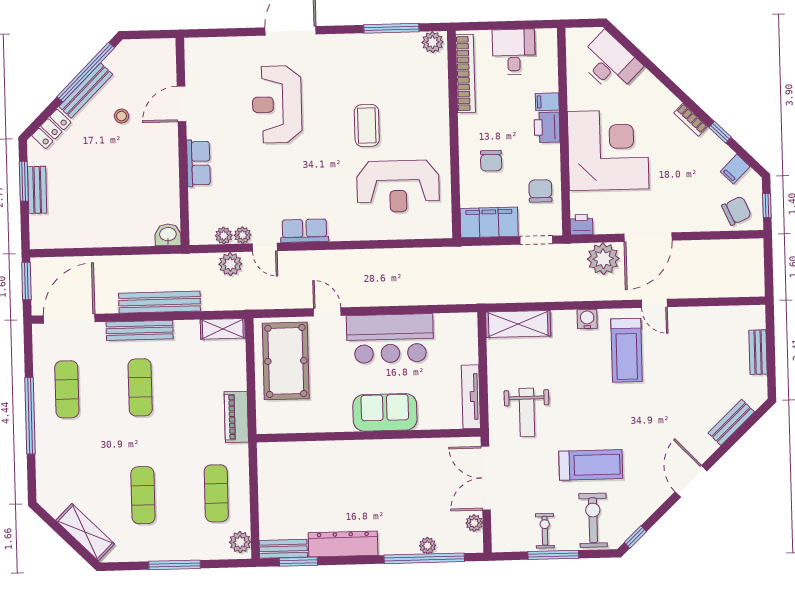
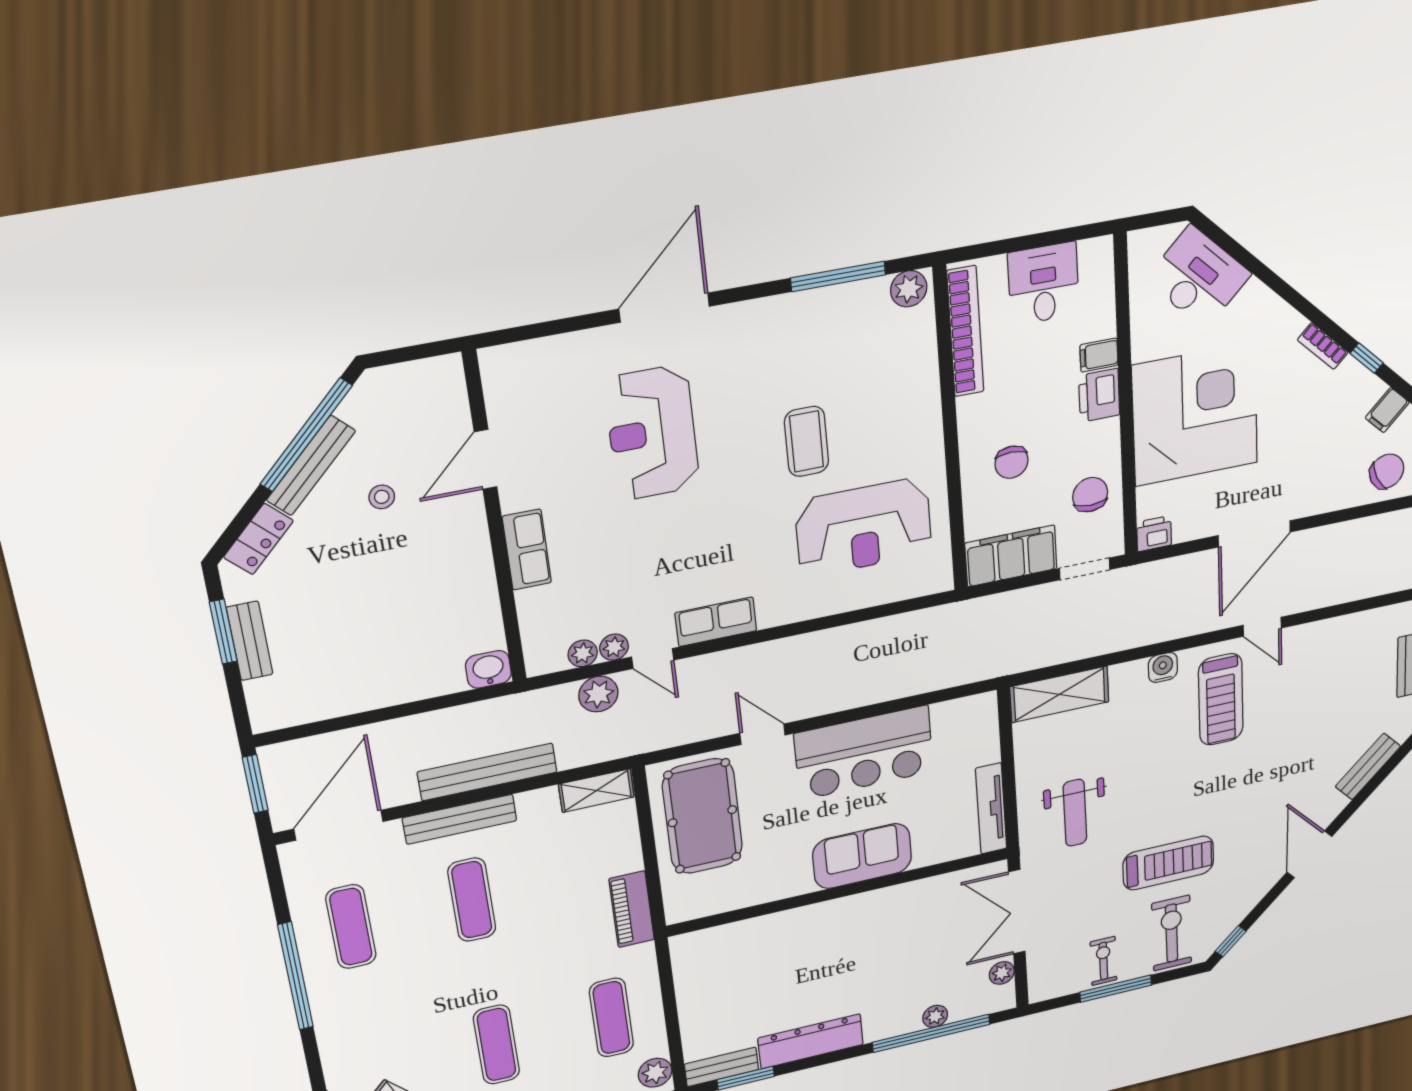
plant: (603, 259) -> (1187, 577), removed

